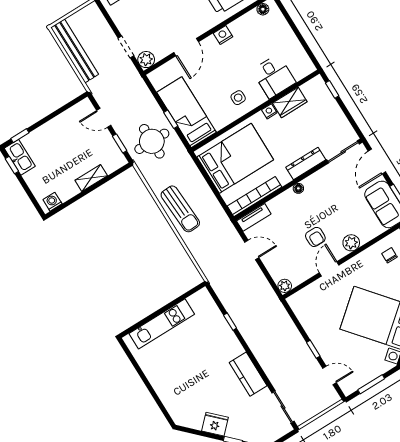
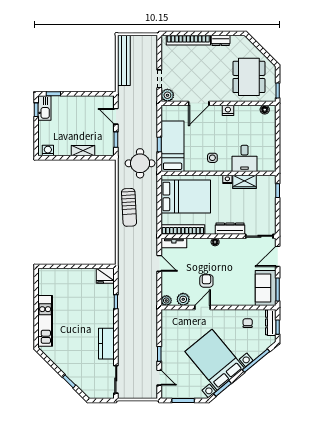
round table: (152, 141) -> (140, 163), moved
armchair: (315, 237) -> (206, 281), turned 180
plant: (351, 243) -> (183, 299), moved
kitchen unit: (162, 324) -> (45, 321), moved, turned -90
fridge: (215, 424) -> (105, 276), moved, turned 135

